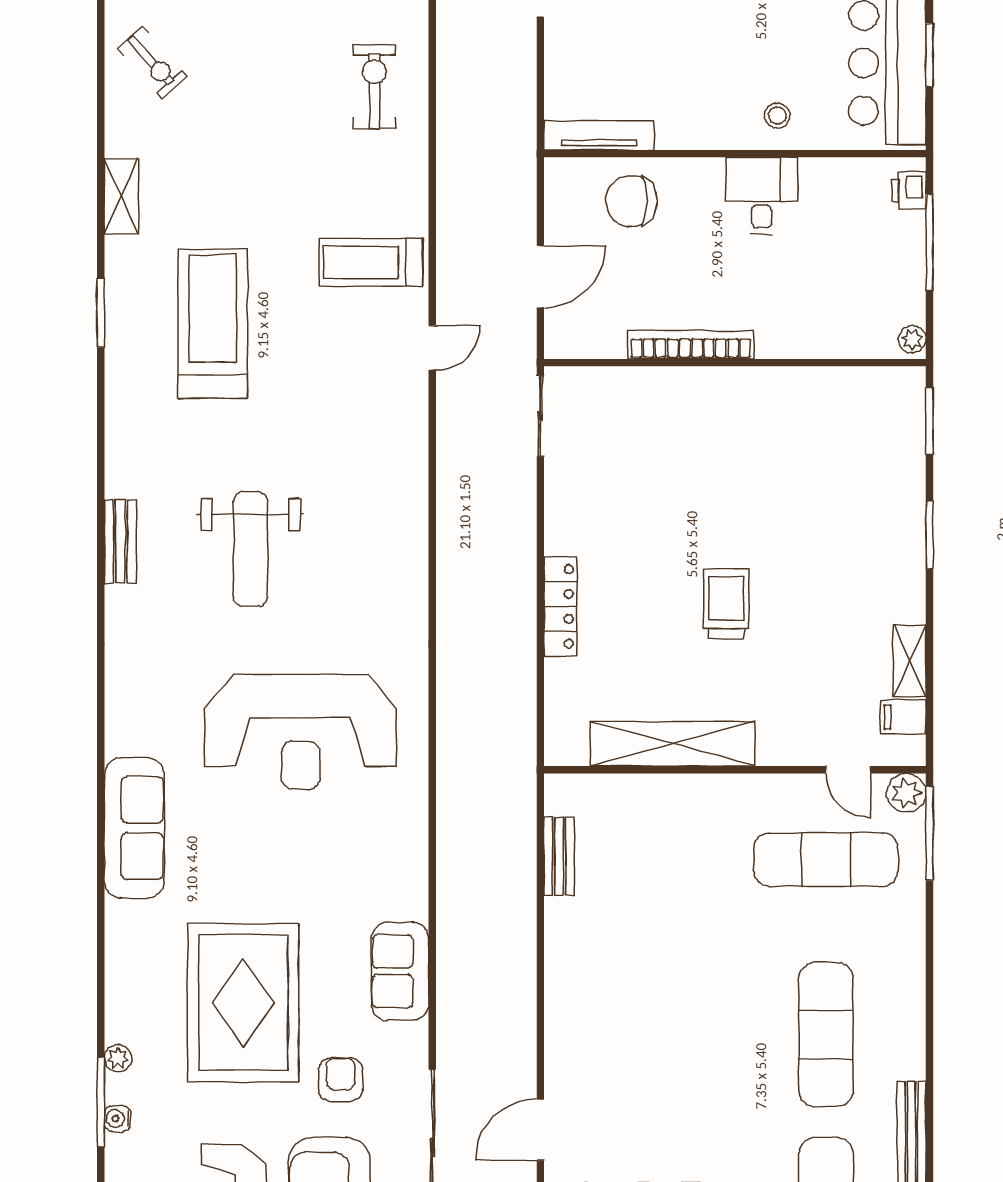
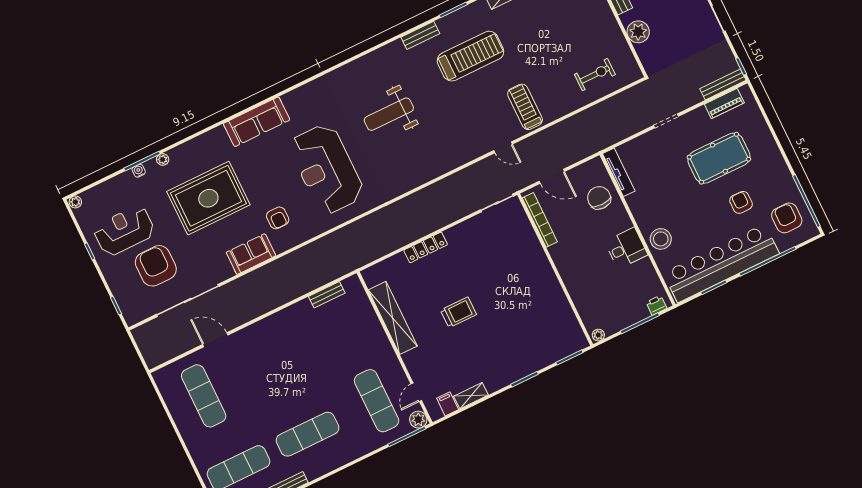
stool: (777, 116) -> (661, 239), width x1.89, depth x1.89
bookcase: (691, 345) -> (540, 220), moved
bench: (120, 541) -> (420, 35), moved
armchair: (341, 1079) -> (278, 218), moved, turned 90

